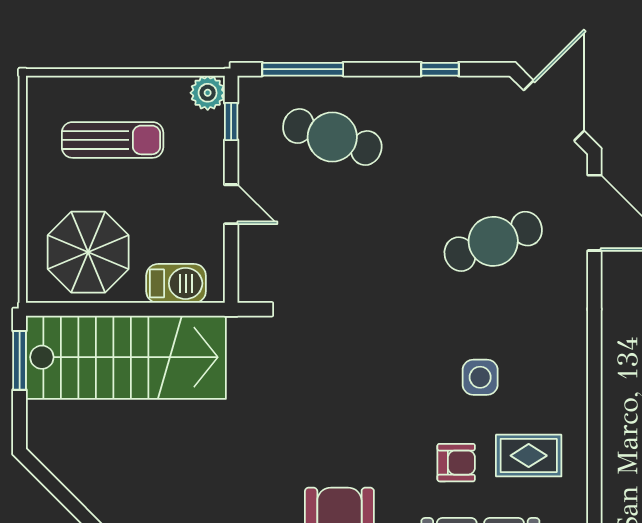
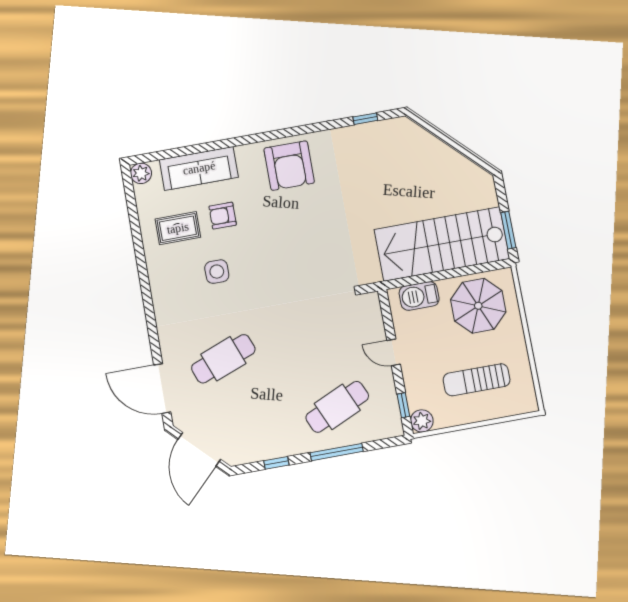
window: (303, 69) -> (337, 452), moved
cafe table: (332, 137) -> (337, 407), turned -42

